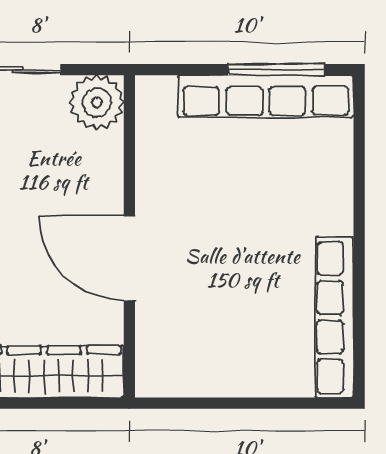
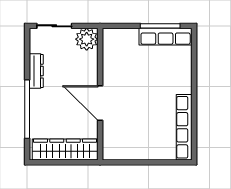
row of seats: (266, 96) -> (166, 37), width x0.73

